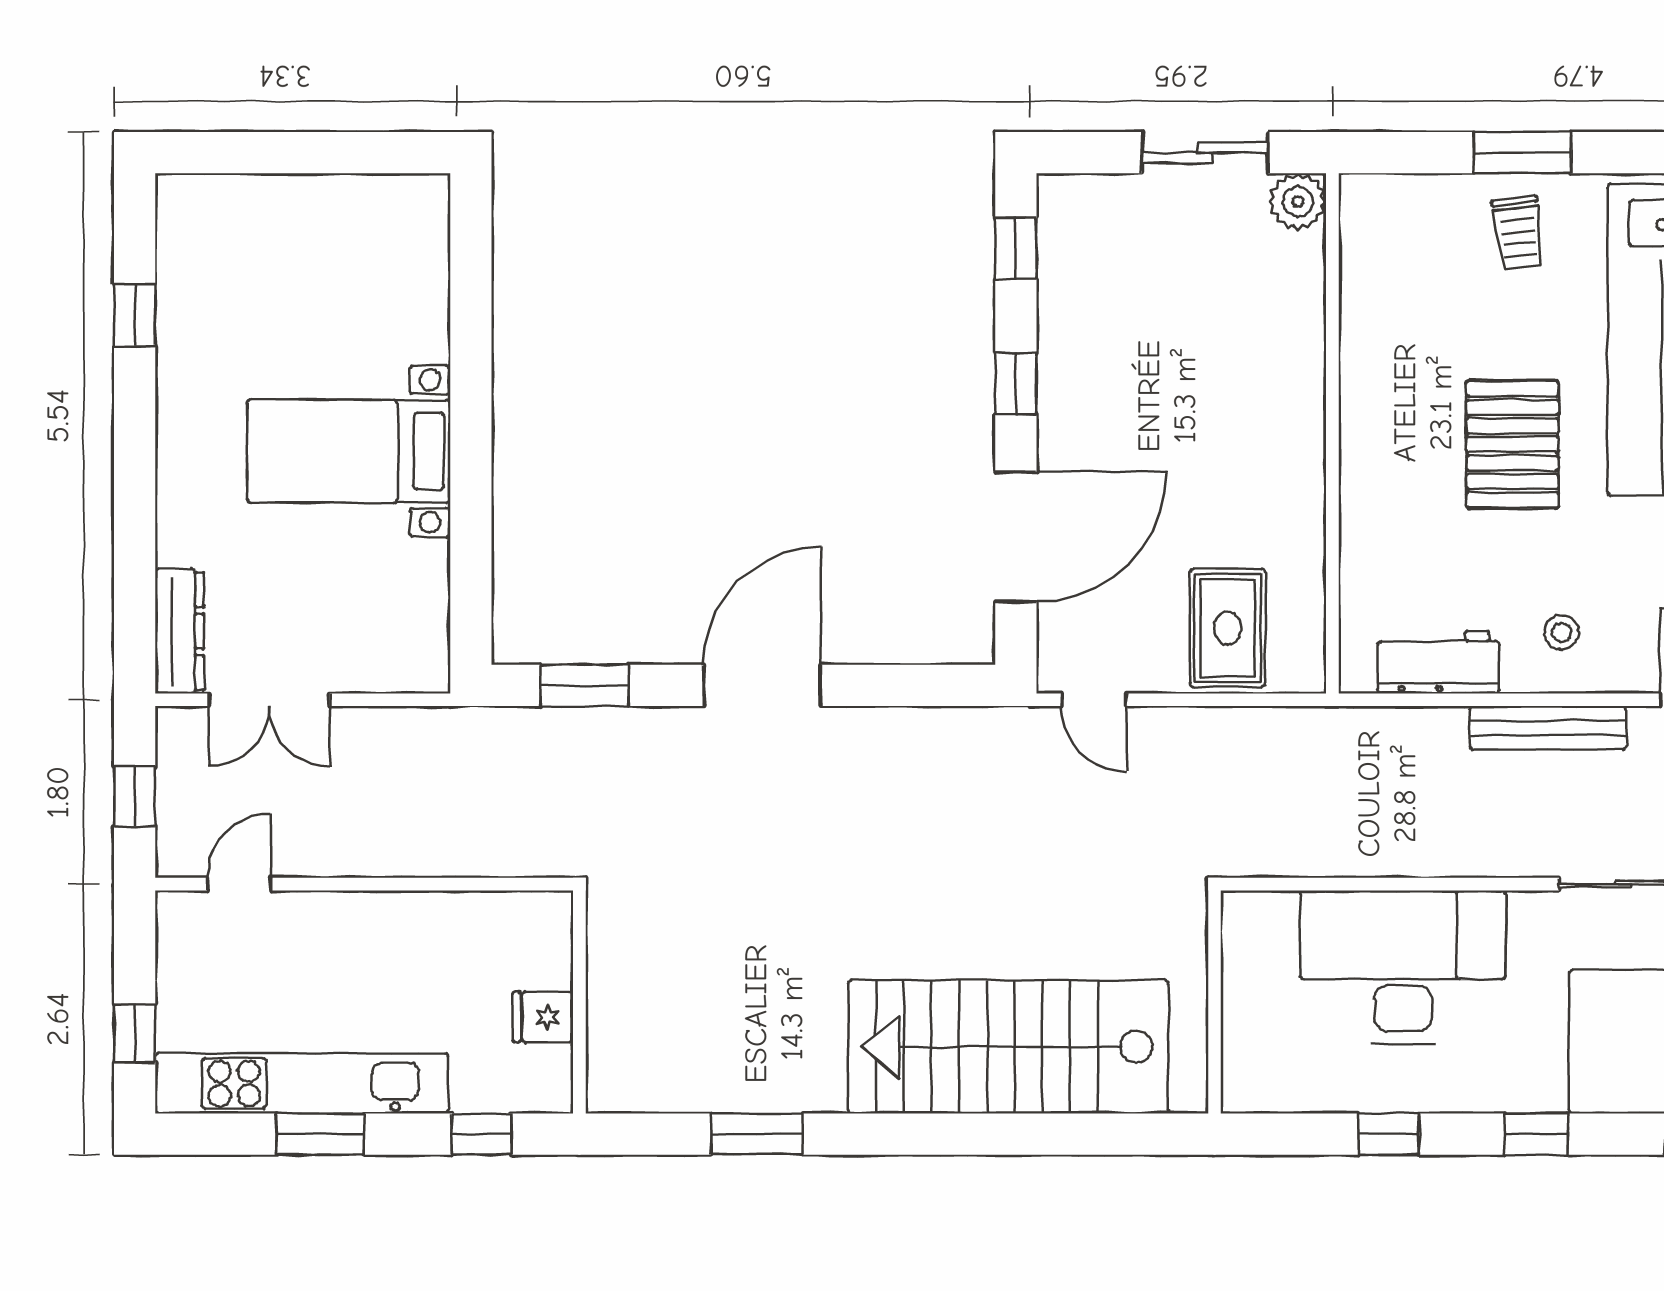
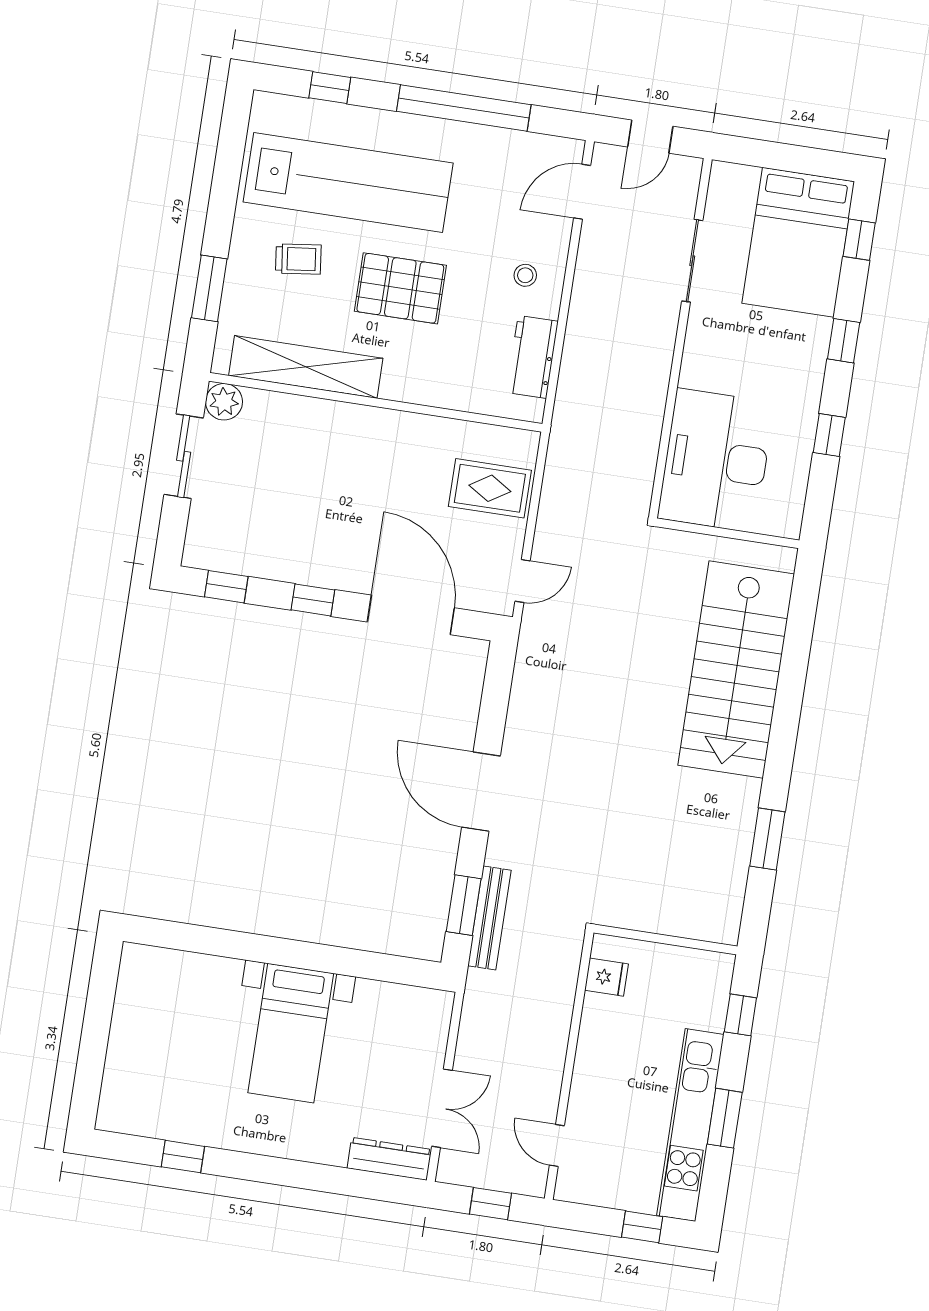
window: (1522, 153) -> (209, 288), moved
trolley: (1518, 233) -> (298, 259), moved
shelving: (1370, 318) -> (306, 367), added
bench: (1548, 728) -> (489, 918), moved
desk: (1403, 967) -> (716, 460), moved
fridge: (543, 1017) -> (607, 977), moved, turned -90

